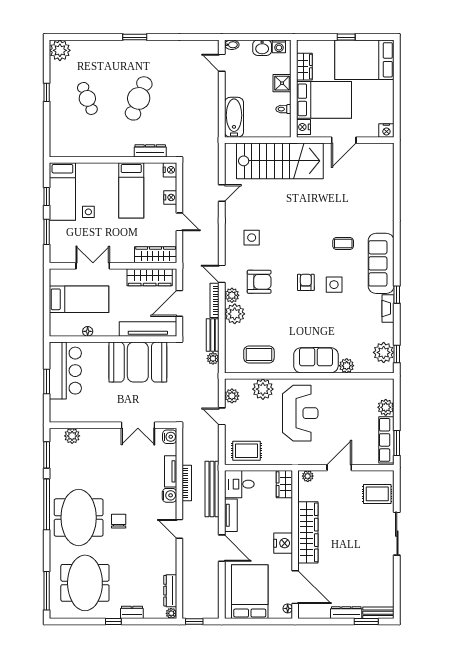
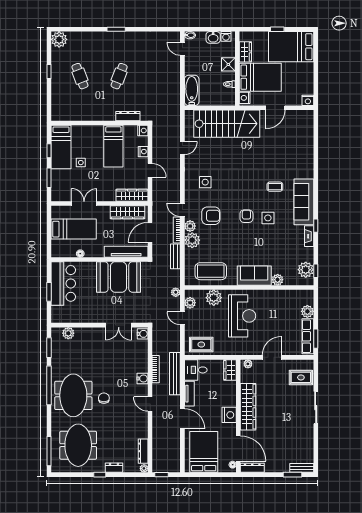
cafe table: (139, 98) -> (119, 76), width x0.73, depth x0.74
coffee table: (259, 354) -> (211, 271), width x1.36, depth x1.32
plant: (213, 358) -> (176, 292), moved
tv unit: (171, 471) -> (143, 360), removed
dresser: (346, 613) -> (252, 468), moved

